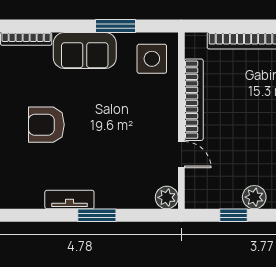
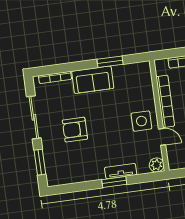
side table: (152, 59) -> (141, 121), moved
tv unit: (69, 200) -> (121, 171), moved

